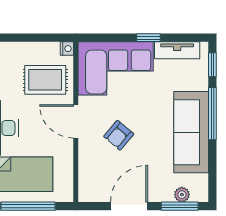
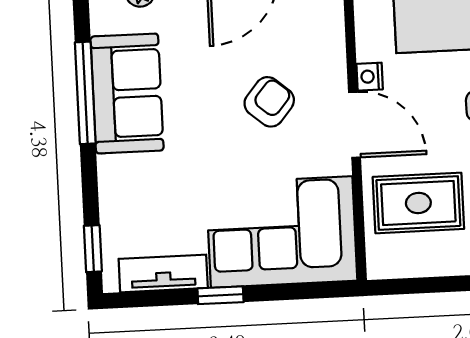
nightstand: (67, 49) -> (370, 77), moved
window: (212, 114) -> (85, 93), moved
sofa: (191, 132) -> (127, 94), width x0.73

